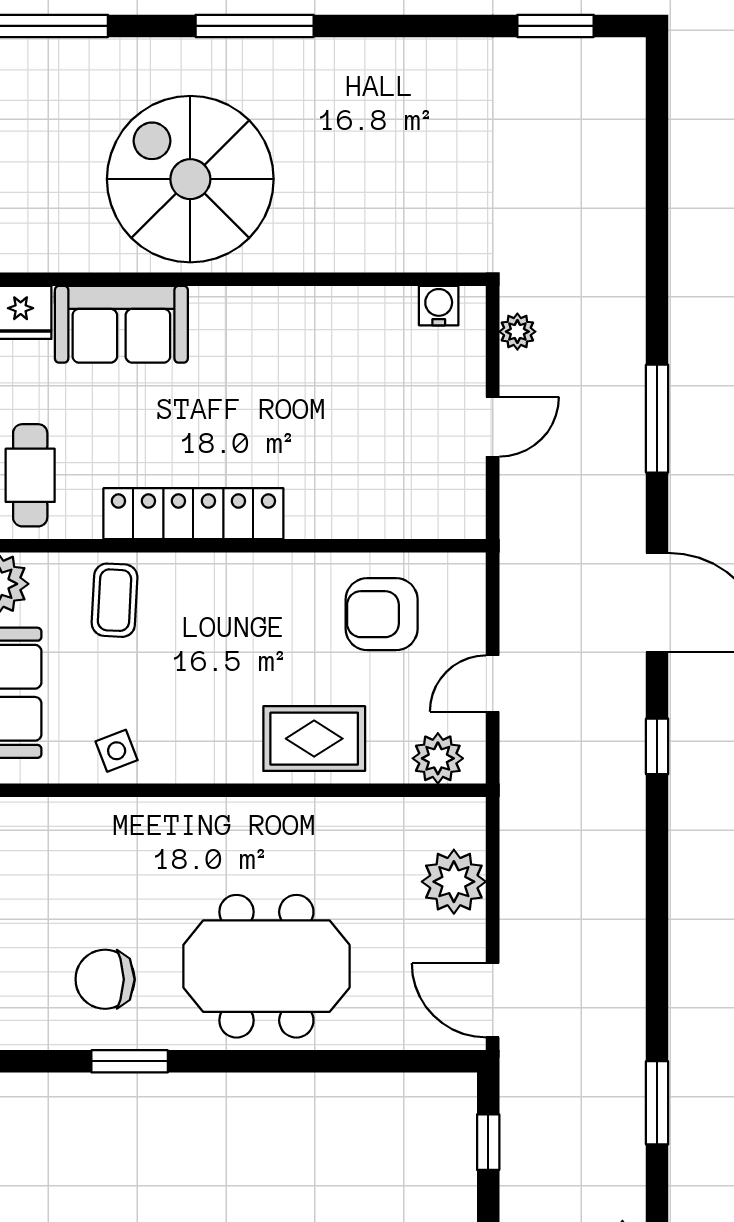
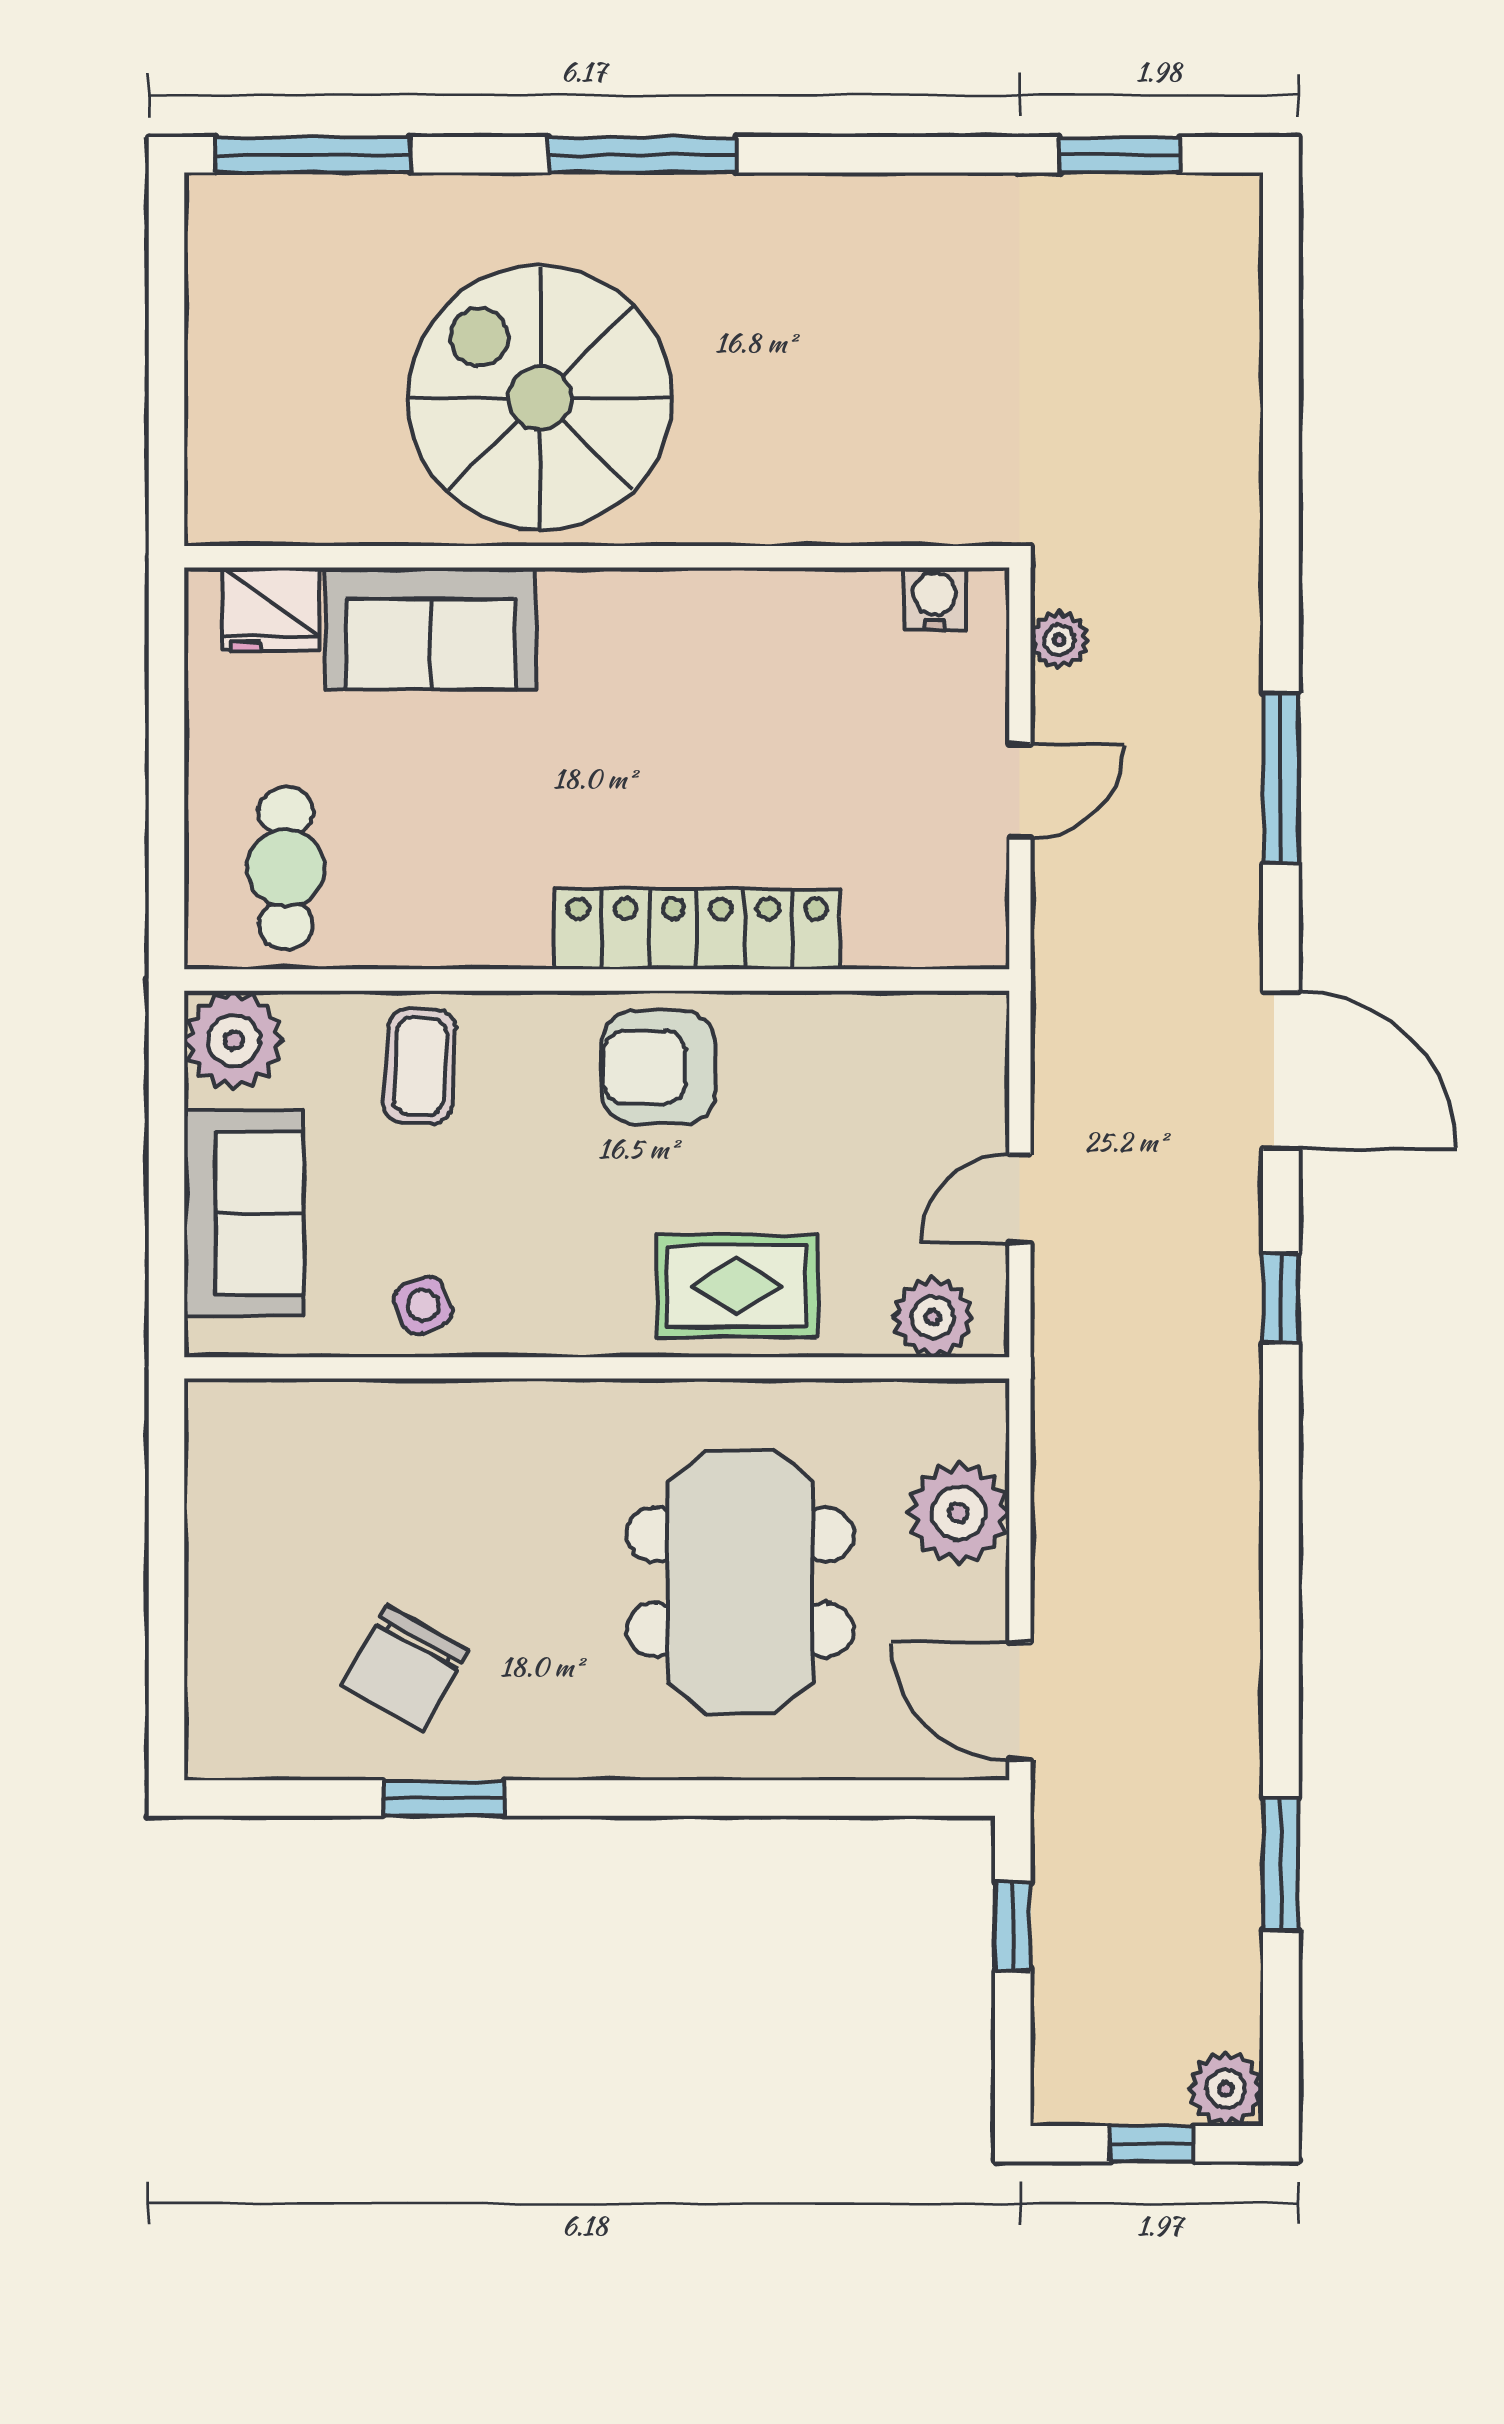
locker: (193, 514) -> (697, 929), moved
armchair: (382, 614) -> (658, 1067), moved
meeting table: (266, 966) -> (740, 1582), moved, turned 90
chair: (105, 979) -> (405, 1668), turned -61

